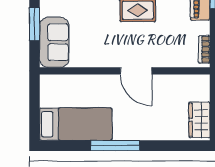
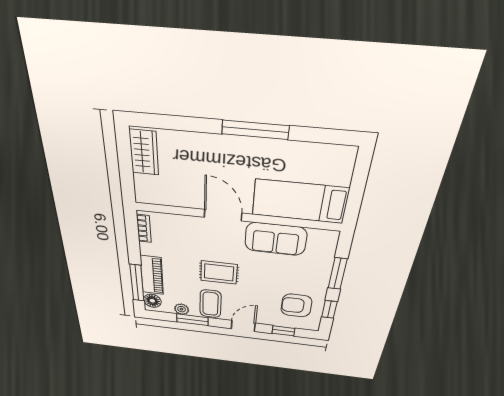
sofa: (54, 42) -> (276, 239), moved, turned -90
bed: (76, 124) -> (300, 201), moved

